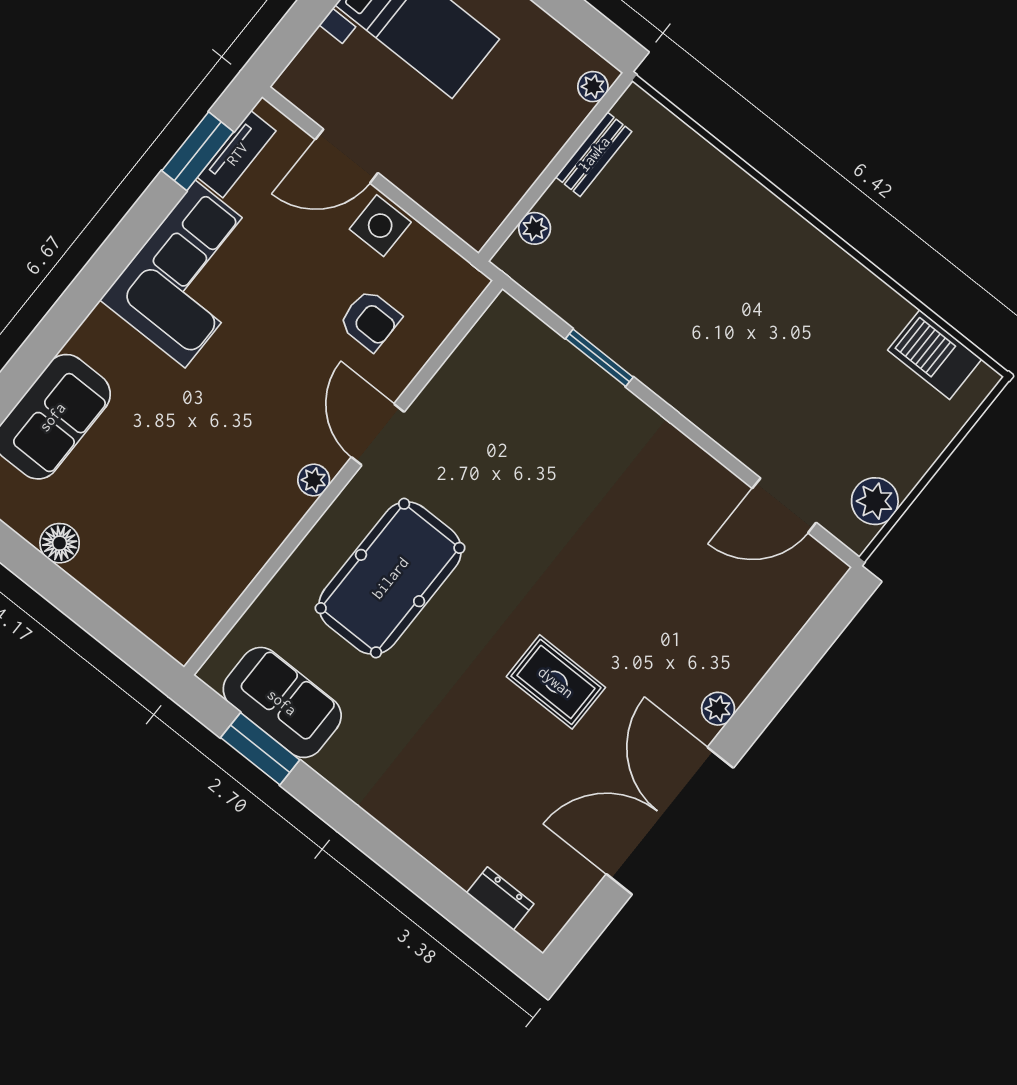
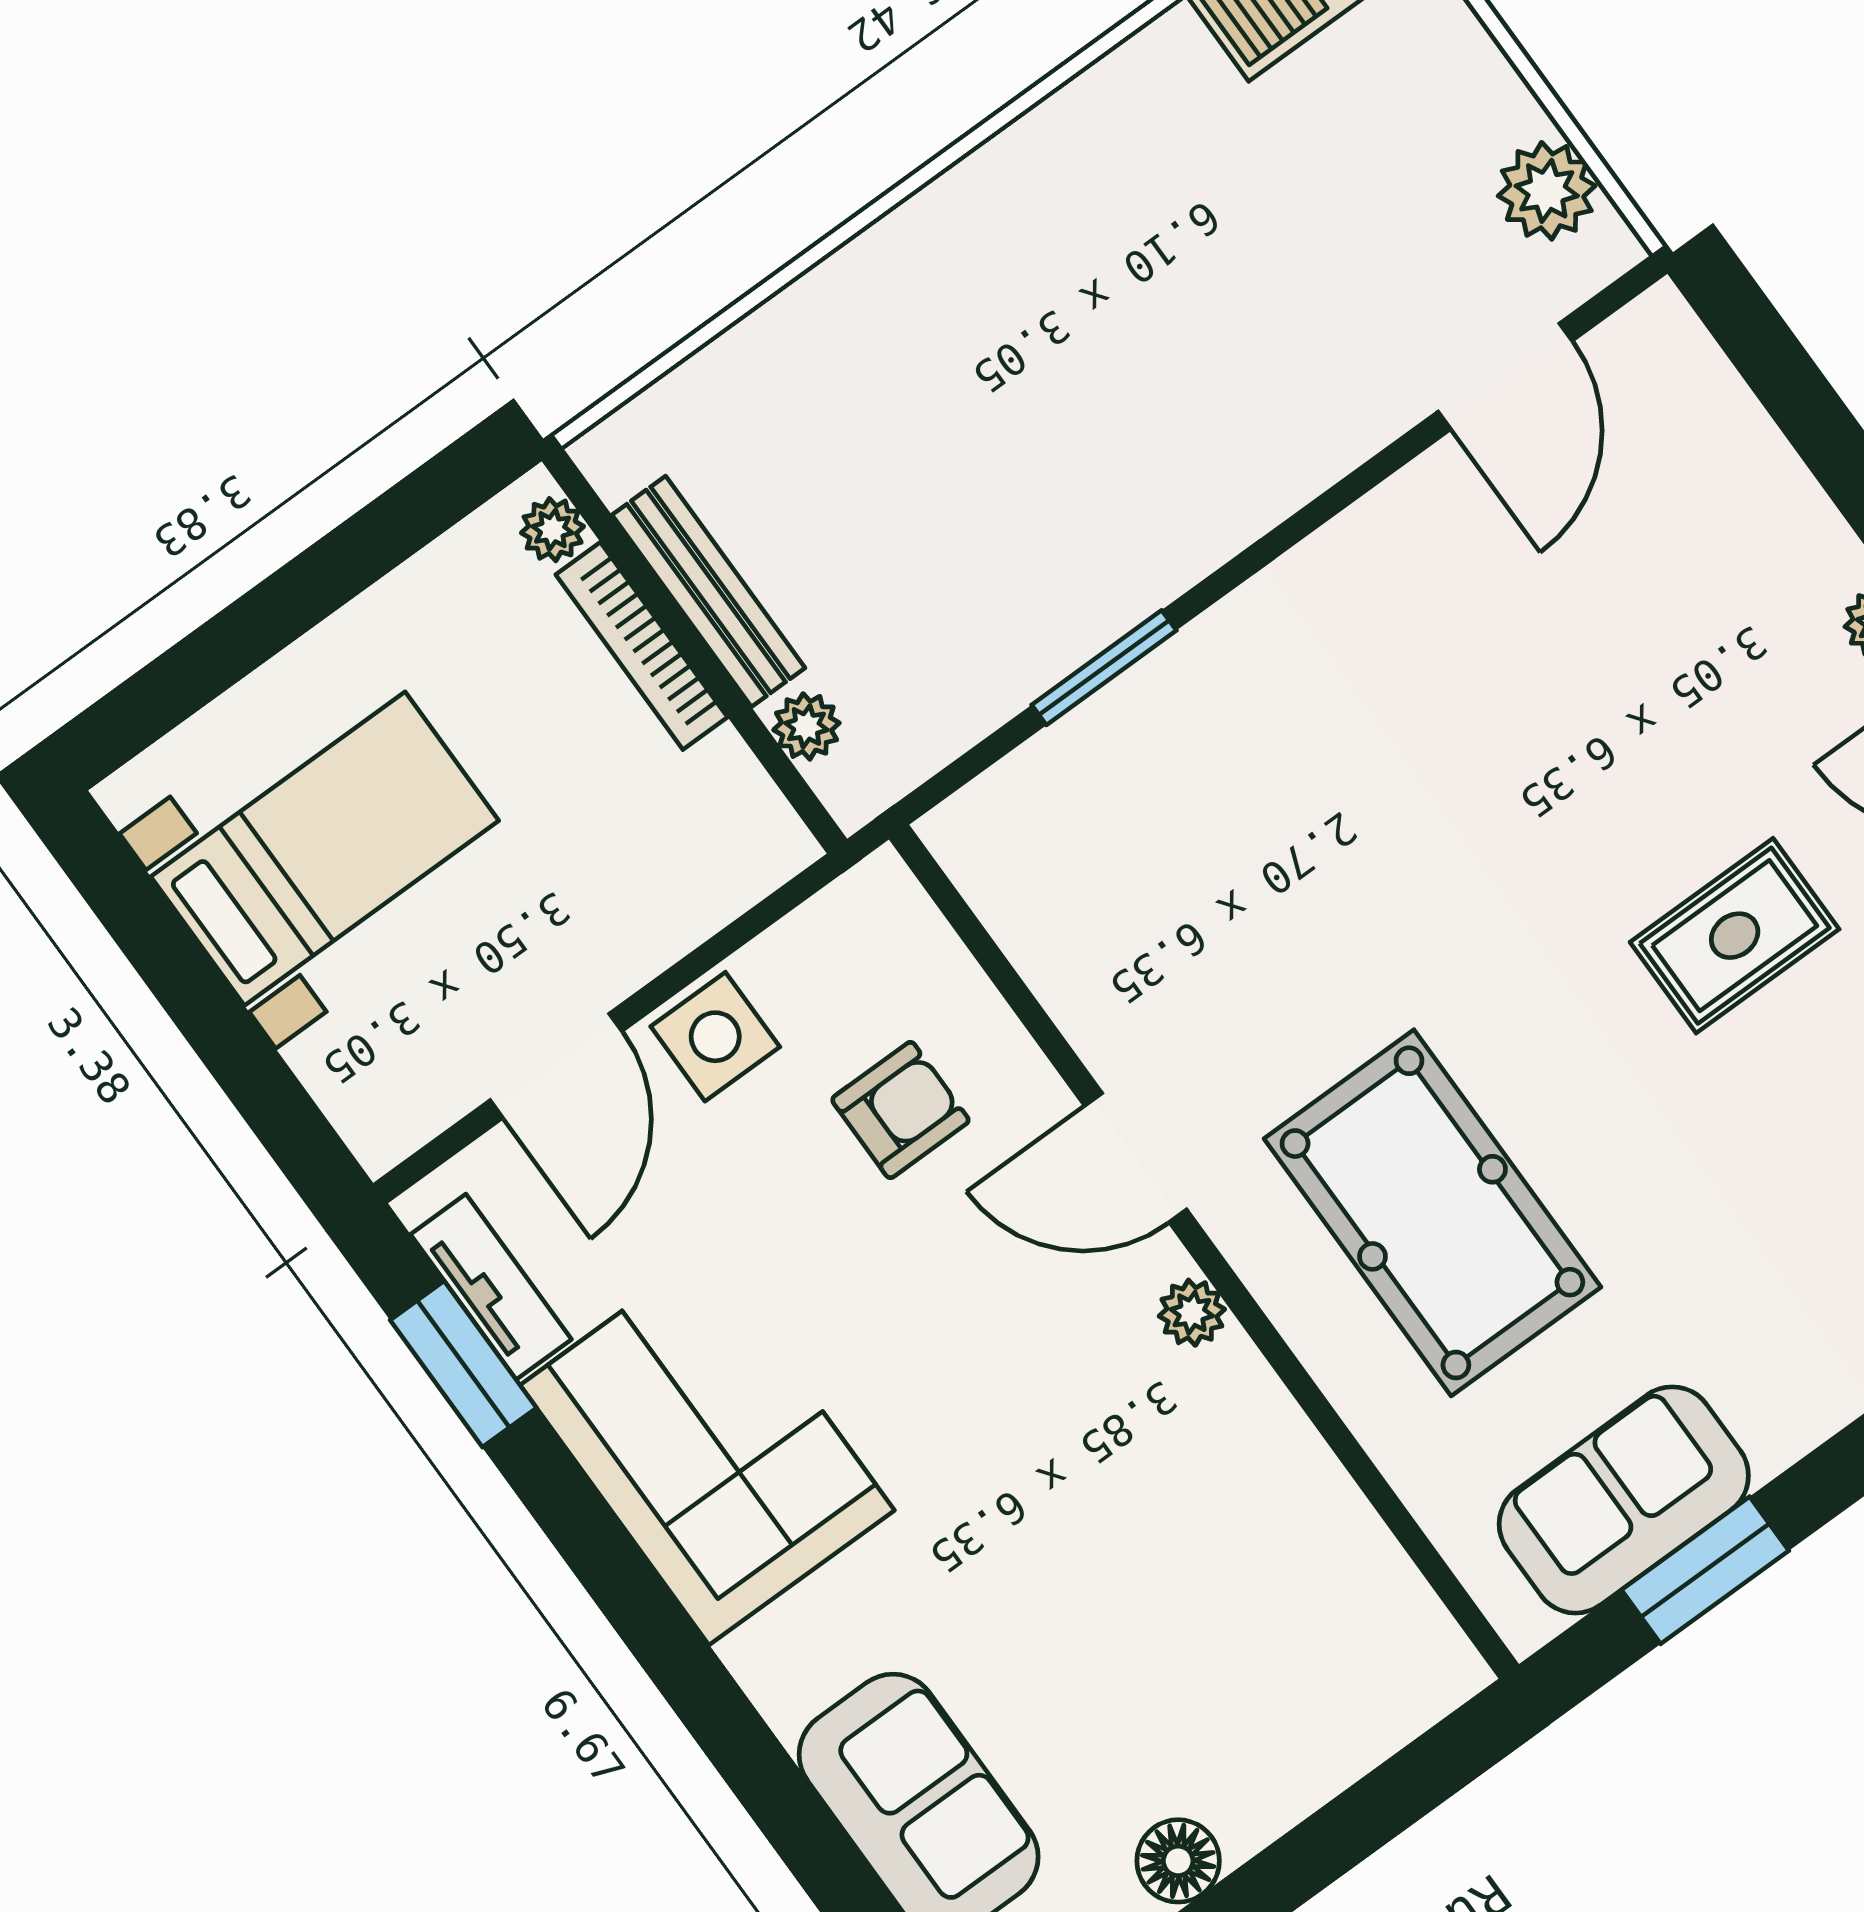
bookcase: (551, 142) -> (642, 646), added
bench: (594, 154) -> (708, 591), width x1.36

